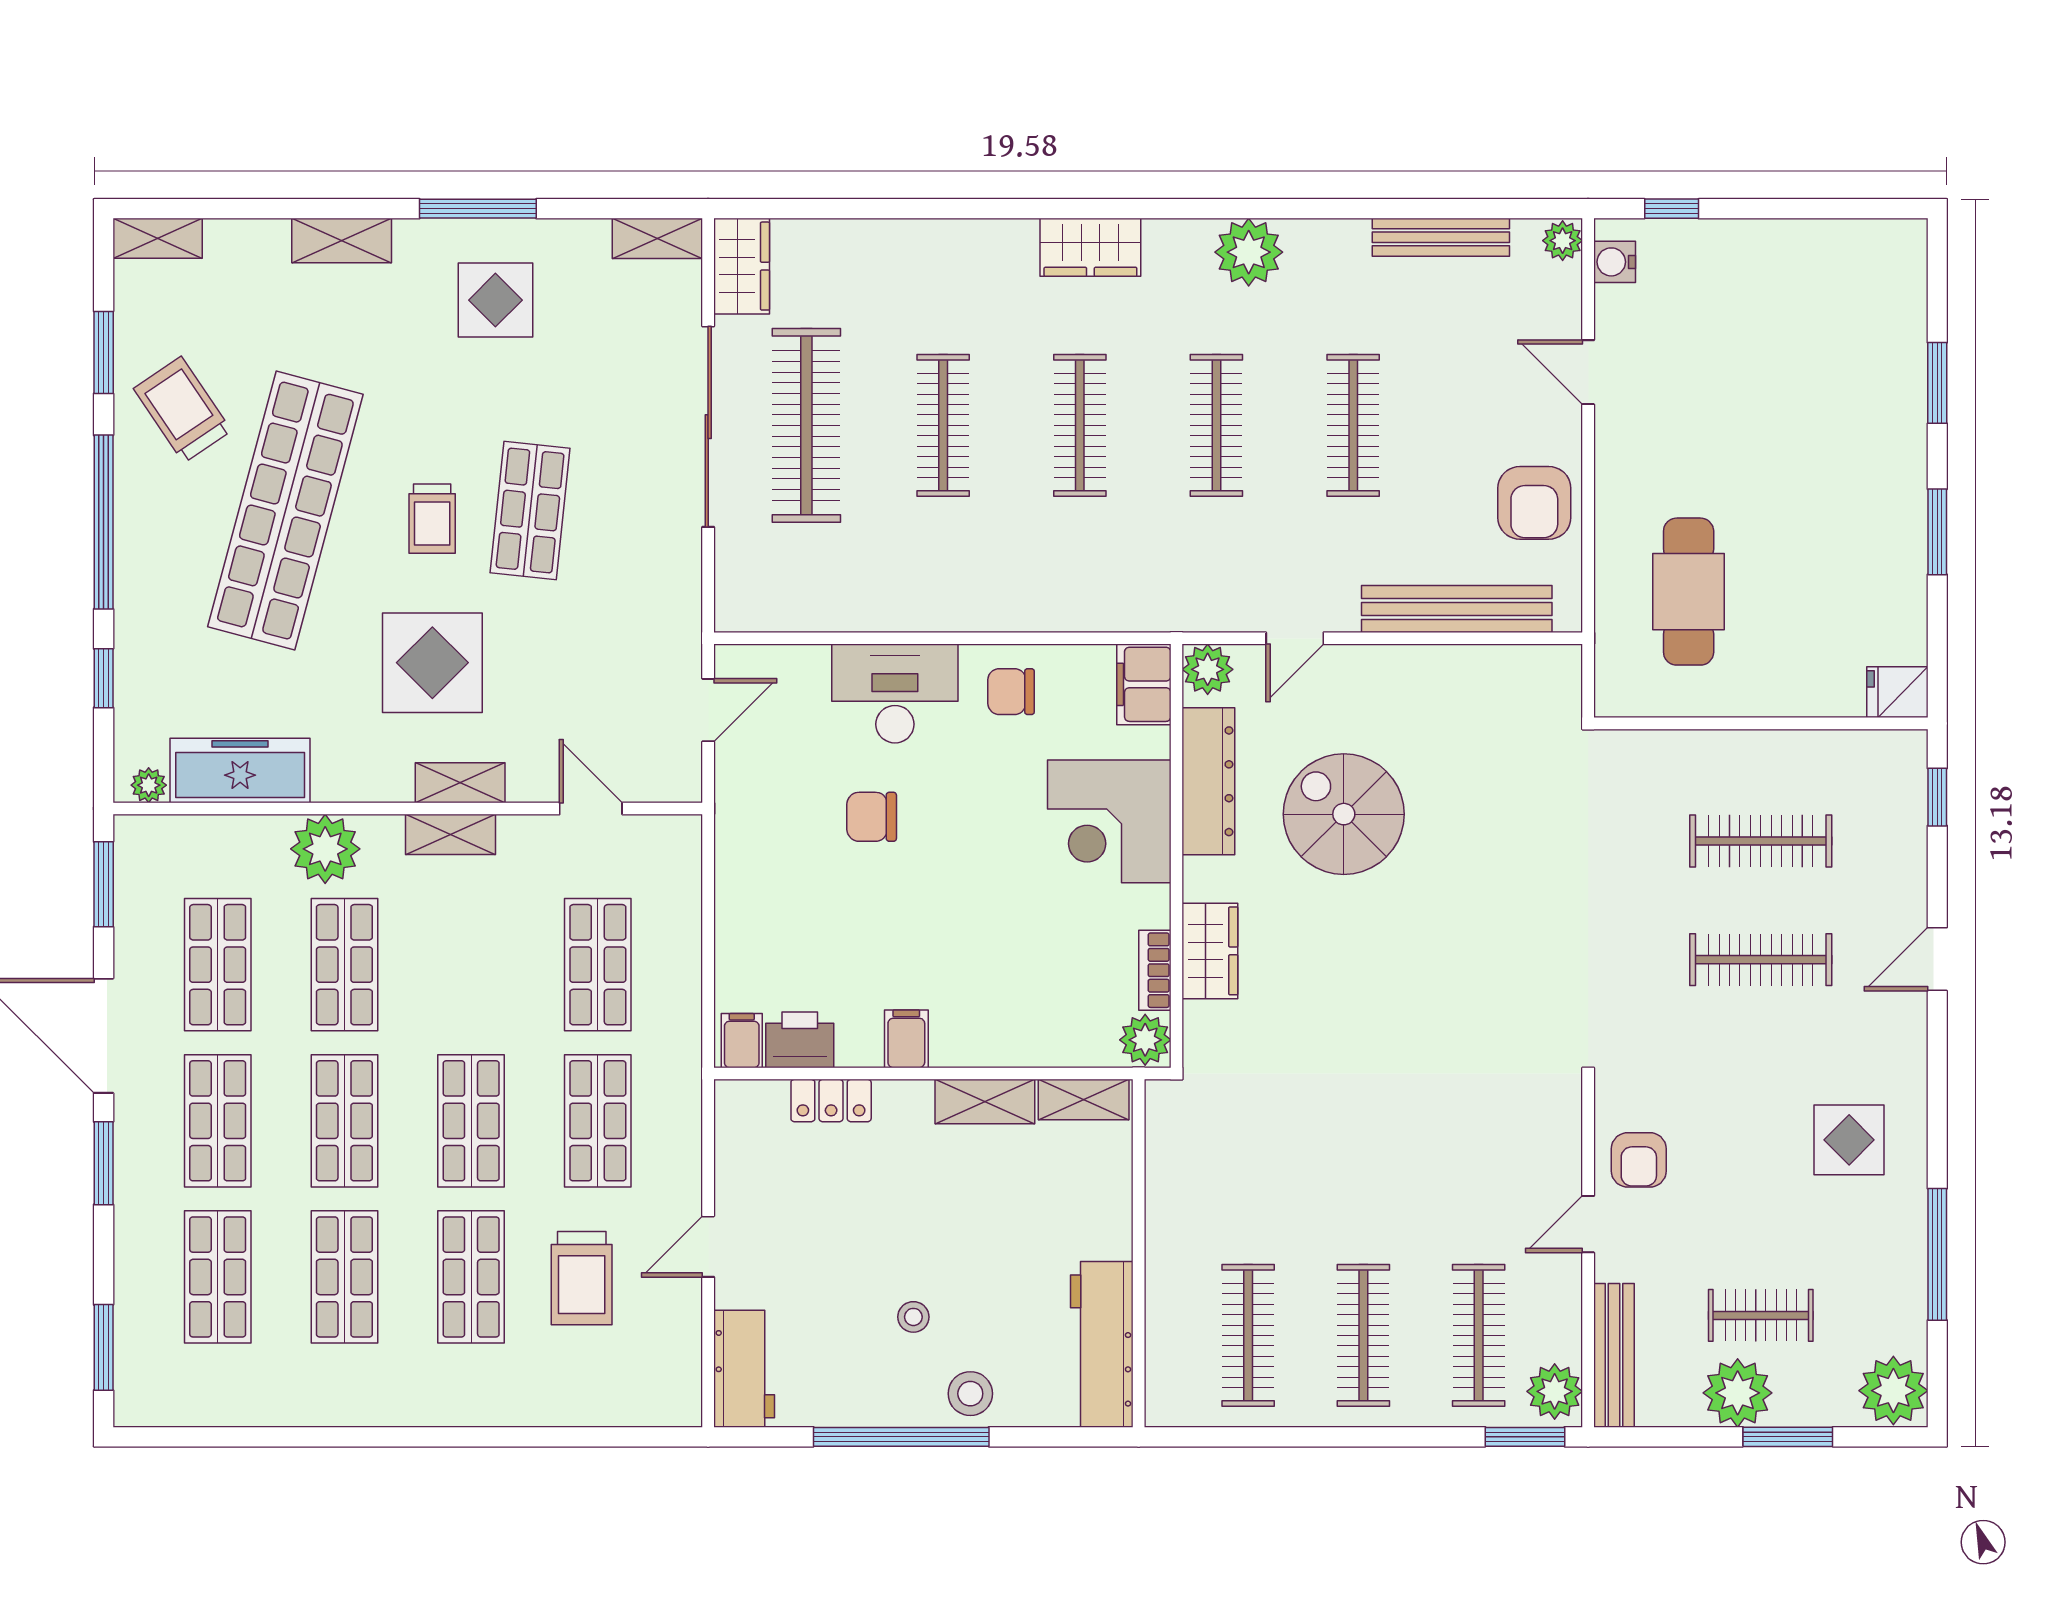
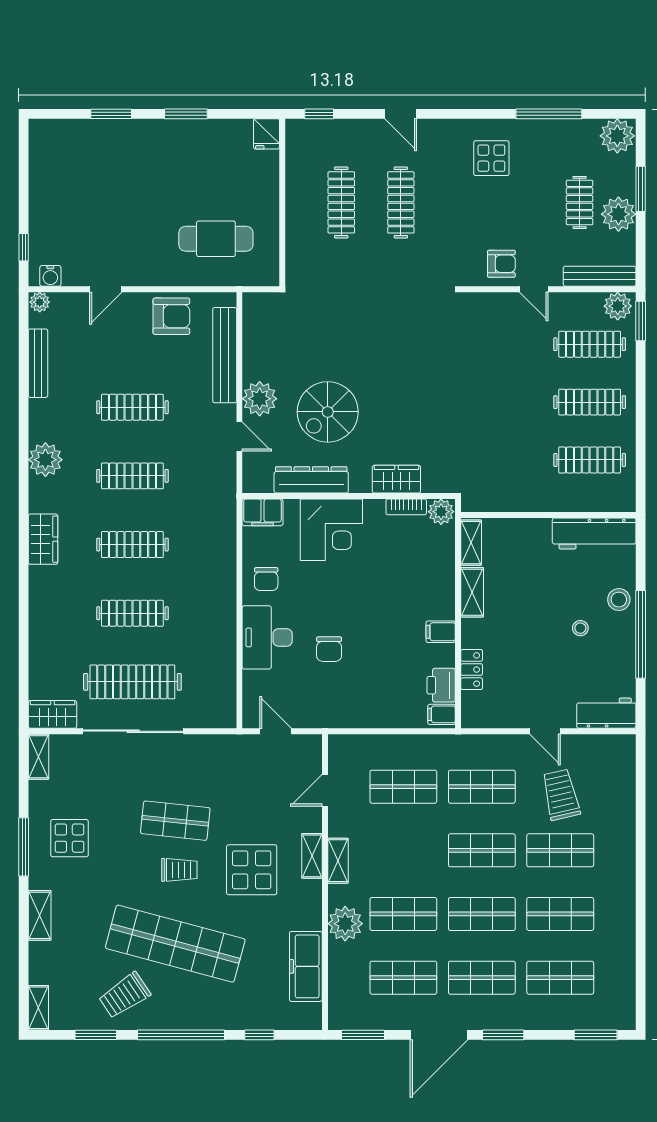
plant: (1208, 669) -> (260, 399), moved, width x1.36, depth x1.36
plant: (149, 785) -> (313, 1012), removed
trolley: (582, 1278) -> (561, 795), turned -103

